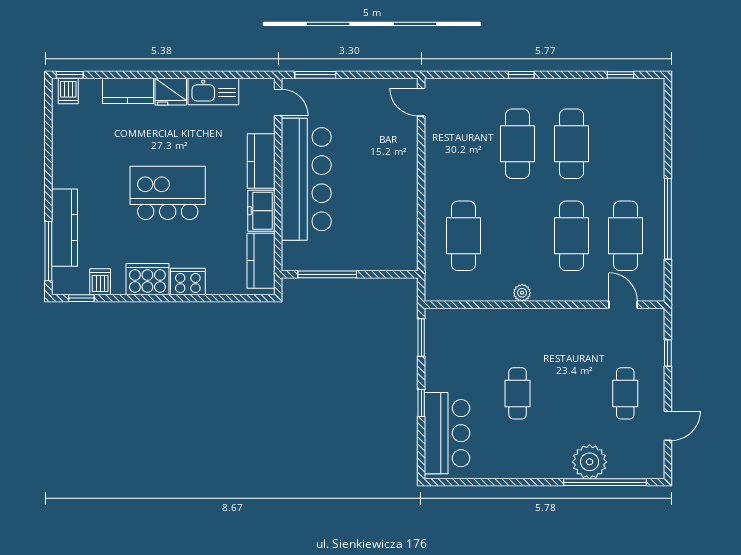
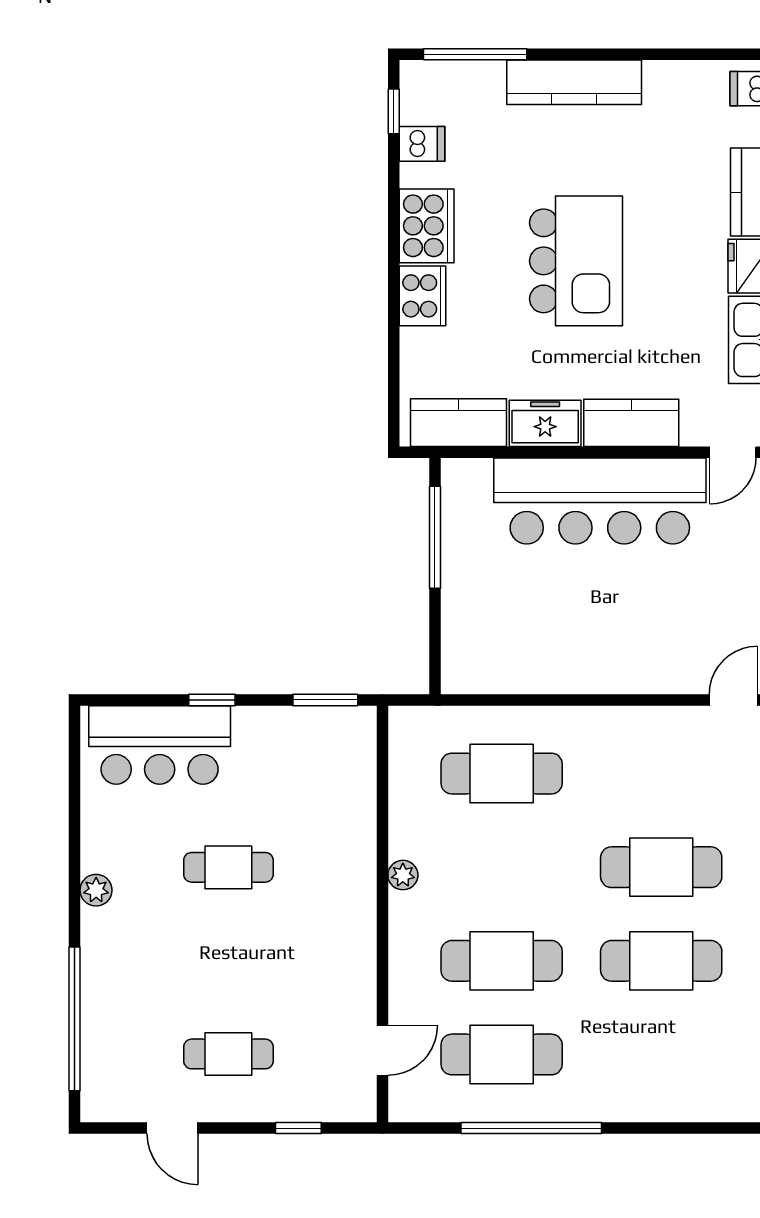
kitchen counter: (65, 228) -> (574, 82), moved
plant: (590, 462) -> (96, 890), moved, width x0.53, depth x0.53

